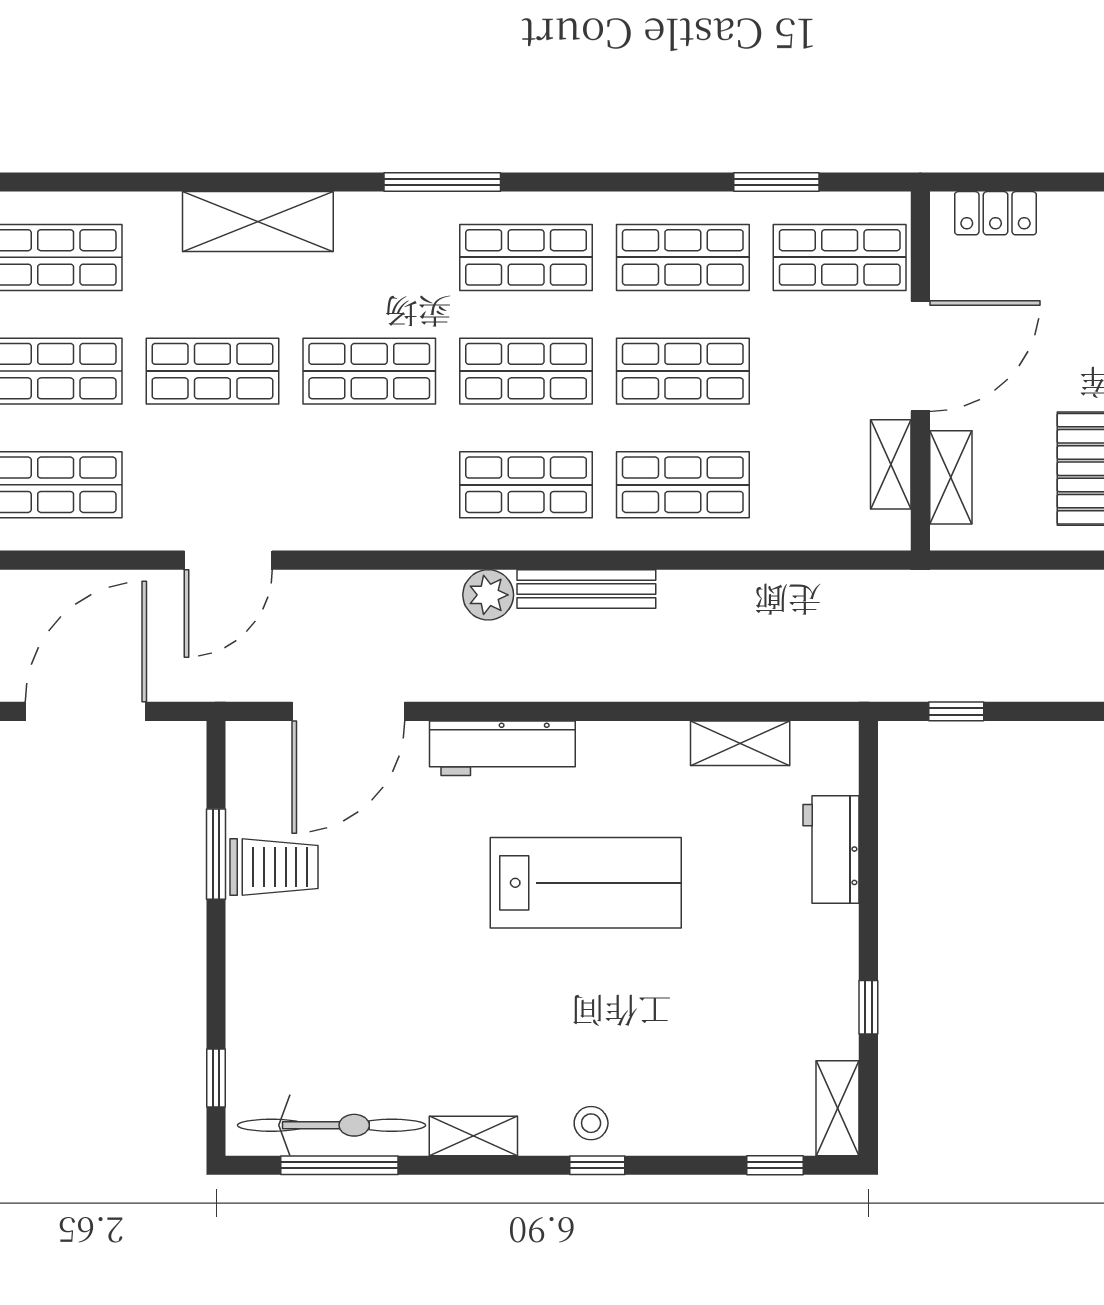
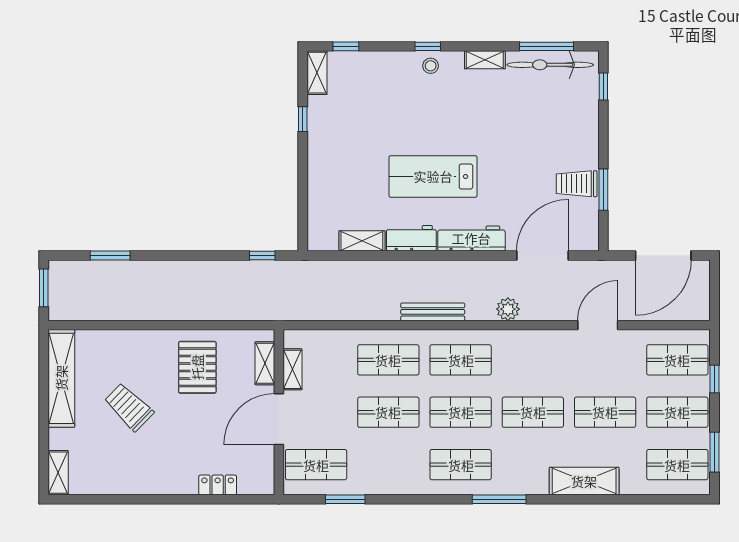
locker: (996, 213) -> (218, 485), moved
shop shelf: (683, 257) -> (388, 465), removed
plant: (488, 595) -> (508, 309), moved
workbench: (831, 850) -> (411, 238), moved, turned -90

